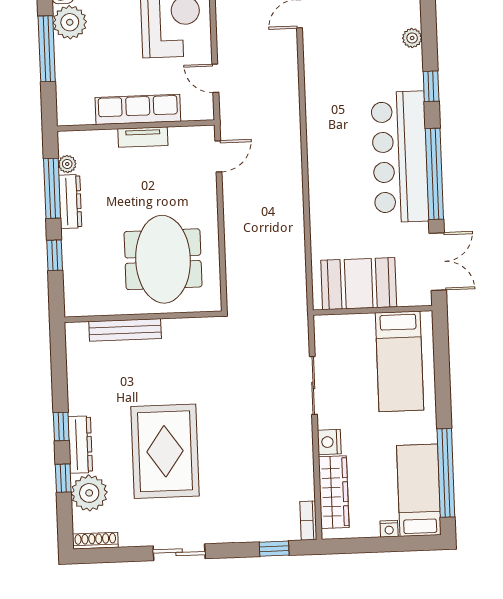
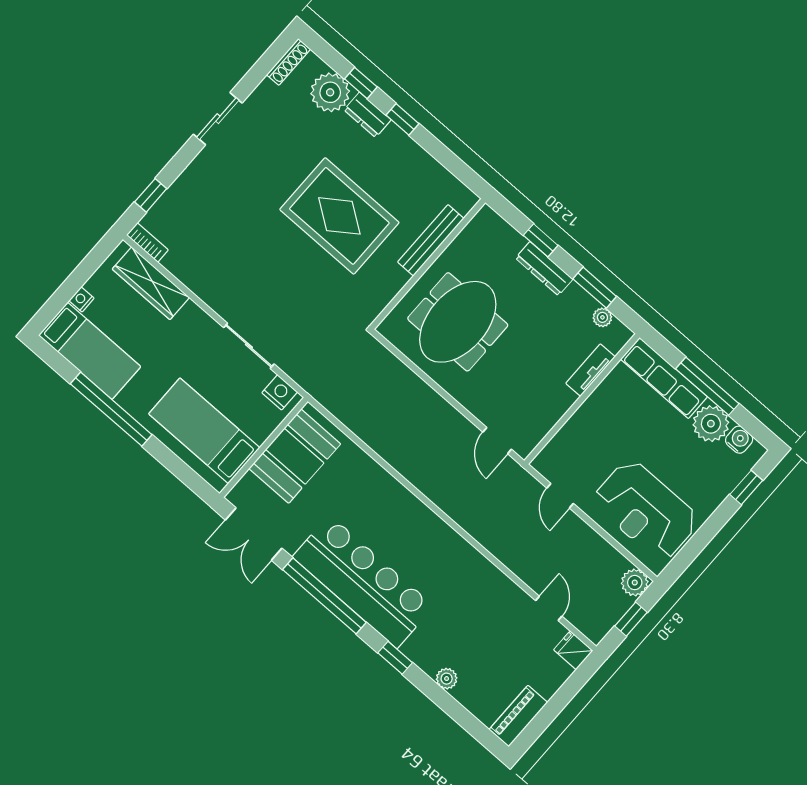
door: (215, 78) -> (560, 496), swing flipped
row of seats: (138, 109) -> (664, 378), moved, turned 90
tv unit: (143, 137) -> (590, 370), moved
window: (52, 188) -> (595, 288), width x0.69
dresser: (70, 202) -> (544, 269), moved
meeting table: (163, 259) -> (458, 322), turned 90
nightstand: (329, 442) -> (280, 392), moved
dresser: (80, 445) -> (367, 115), width x0.70
rug: (165, 451) -> (339, 216), moved
window: (446, 473) -> (111, 409), moved

